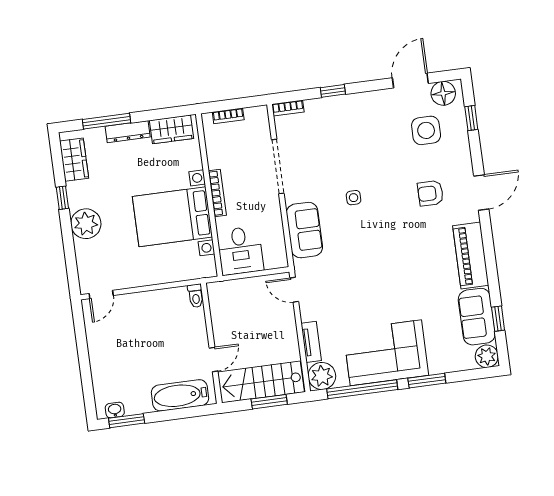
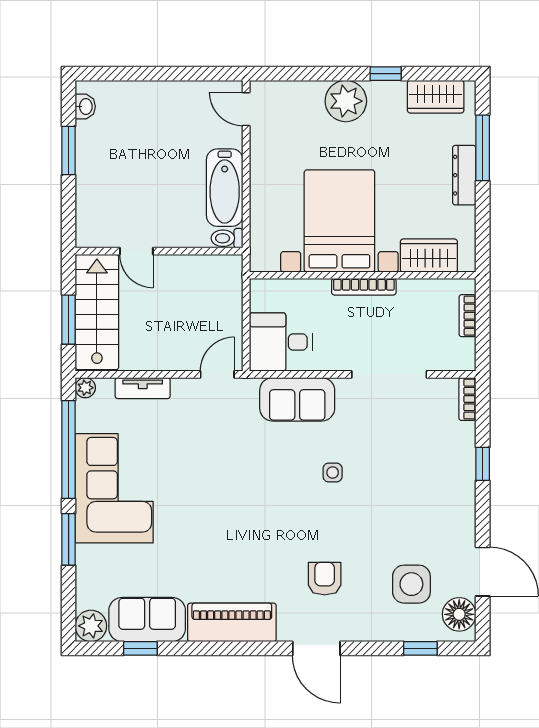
wardrobe: (171, 129) -> (429, 256), moved, turned 90
desk: (240, 251) -> (281, 342), moved
plant: (322, 376) -> (85, 388), width x0.53, depth x0.53
bathtub: (180, 395) -> (225, 188), moved, turned 180
window: (127, 421) -> (69, 151), moved

